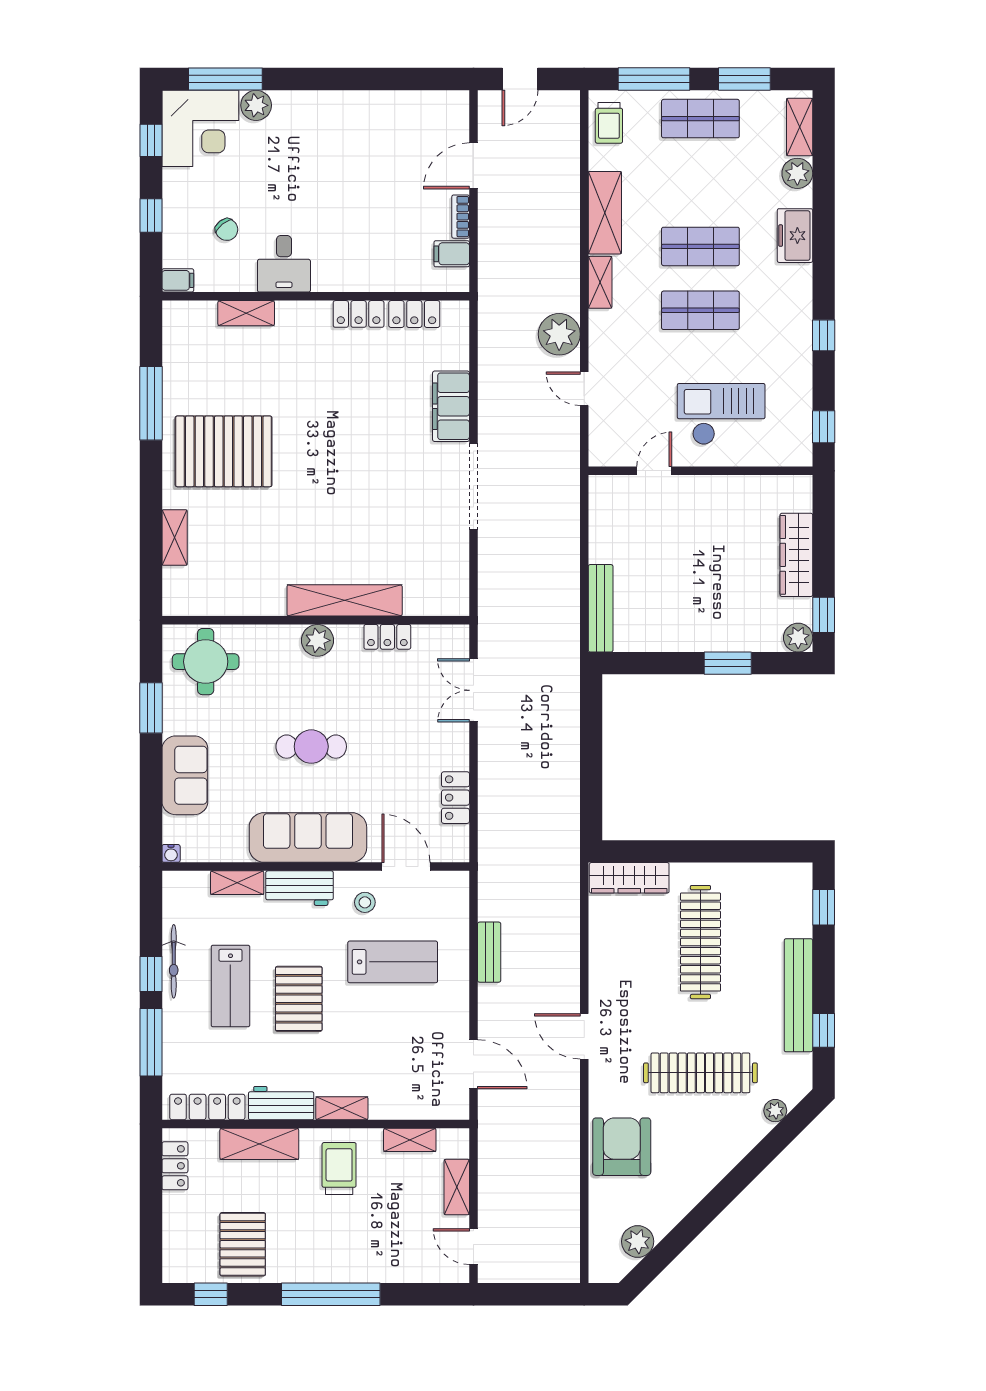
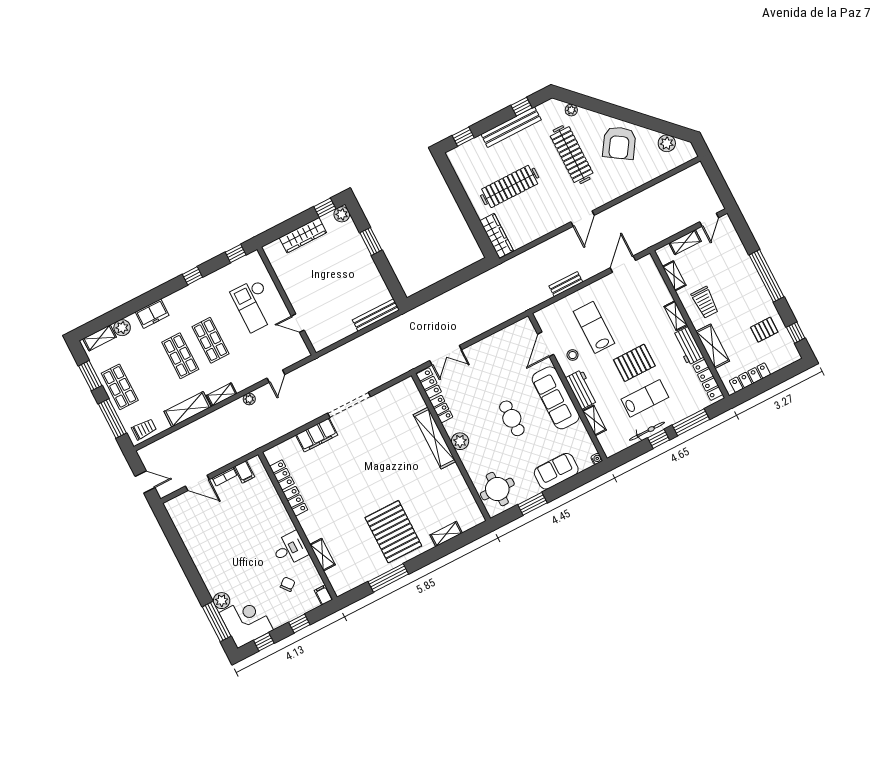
plant: (559, 334) -> (249, 399), width x0.53, depth x0.53
locker: (455, 798) -> (429, 383), moved, turned -90
armchair: (622, 1147) -> (619, 143), moved, turned -57
locker: (175, 1166) -> (750, 378), width x1.53
trolley: (339, 1169) -> (705, 302), turned -90
pallet: (243, 1244) -> (764, 330), width x0.67, depth x0.71

